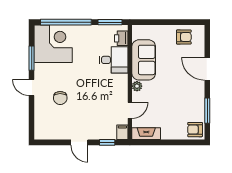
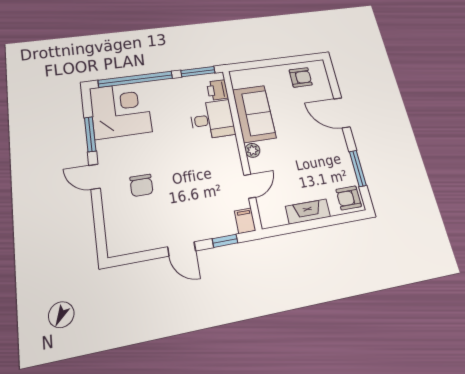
fireplace: (146, 134) -> (308, 212), moved

